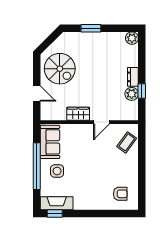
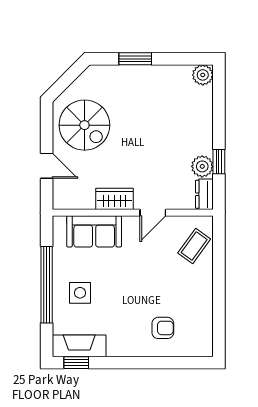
dresser: (133, 77) -> (204, 194), moved
sofa: (50, 142) -> (94, 231), moved, turned 90
armchair: (120, 194) -> (163, 328), moved

